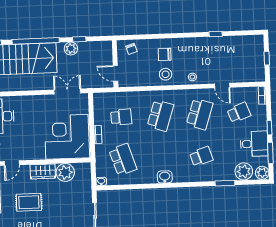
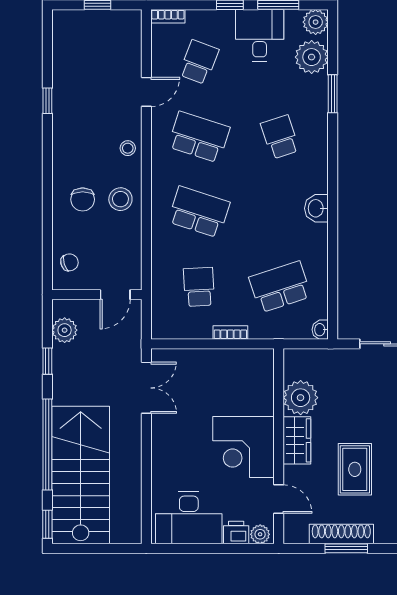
plant: (71, 49) -> (65, 330), moved
double door: (67, 92) -> (146, 388), swing flipped
school desk: (239, 113) -> (199, 62), turned 42
corner desk: (67, 137) -> (244, 447), moved, width x0.74, depth x0.74

